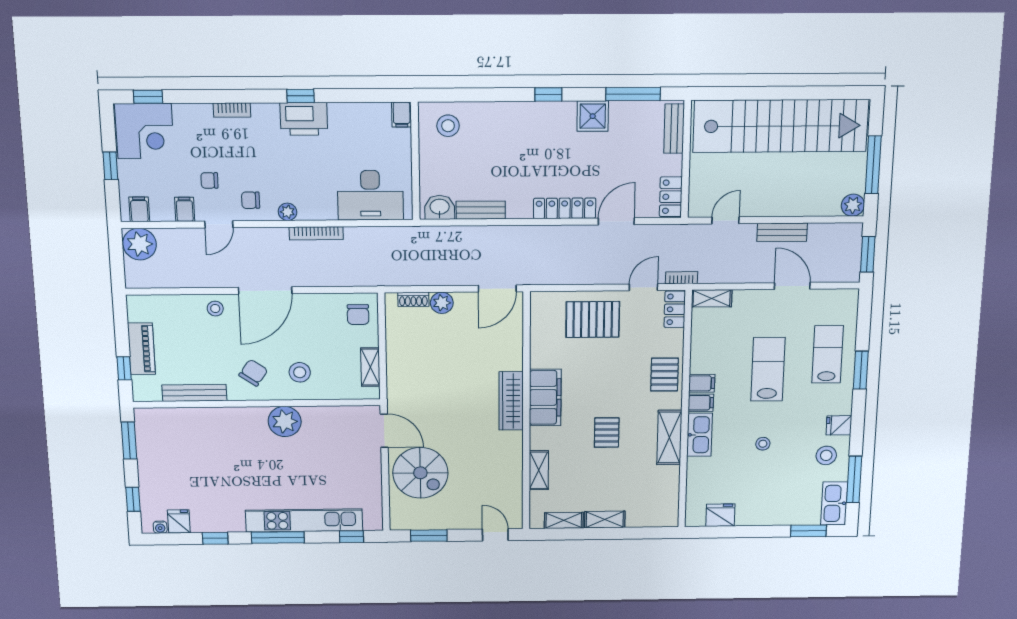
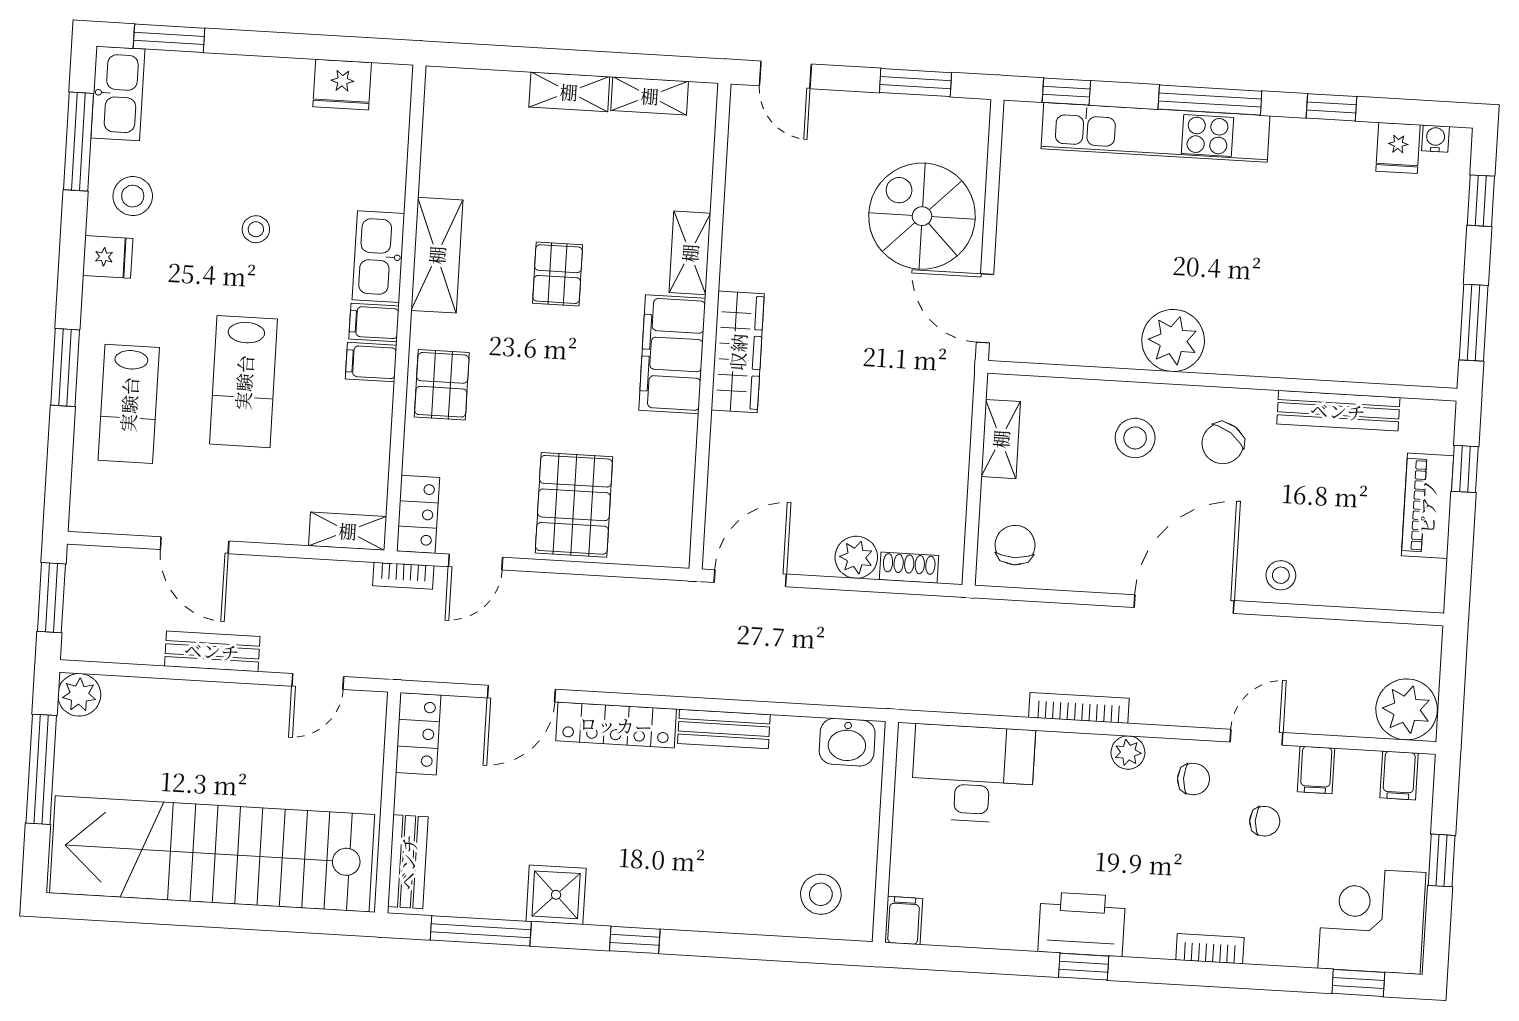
bench: (481, 210) -> (724, 729), moved
pallet: (593, 320) -> (574, 505), turned 90
shelving: (539, 470) -> (690, 253), moved

